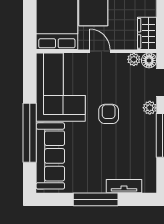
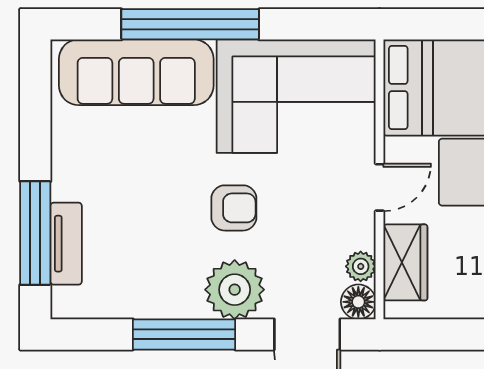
wardrobe: (147, 33) -> (405, 262), moved, turned 90
plant: (150, 108) -> (235, 290), width x1.88, depth x1.88
window: (96, 199) -> (35, 233), moved

